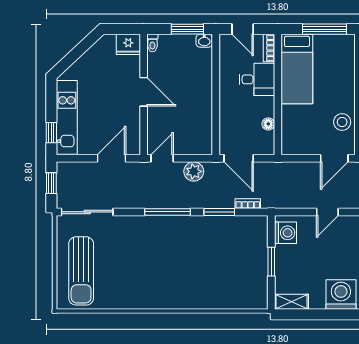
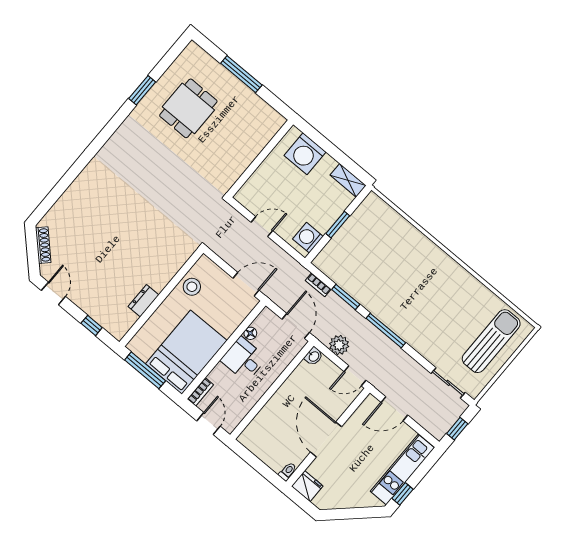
window: (187, 29) -> (251, 460), removed
washbasin: (204, 41) -> (314, 356), moved, turned 90
bed: (297, 69) -> (186, 352), width x1.50
desk: (257, 79) -> (244, 359), moved
door: (144, 92) -> (326, 439), width x1.36
window: (51, 133) -> (402, 494), moved
door: (334, 158) -> (246, 284), moved
sliding door: (87, 212) -> (448, 383), width x0.73

